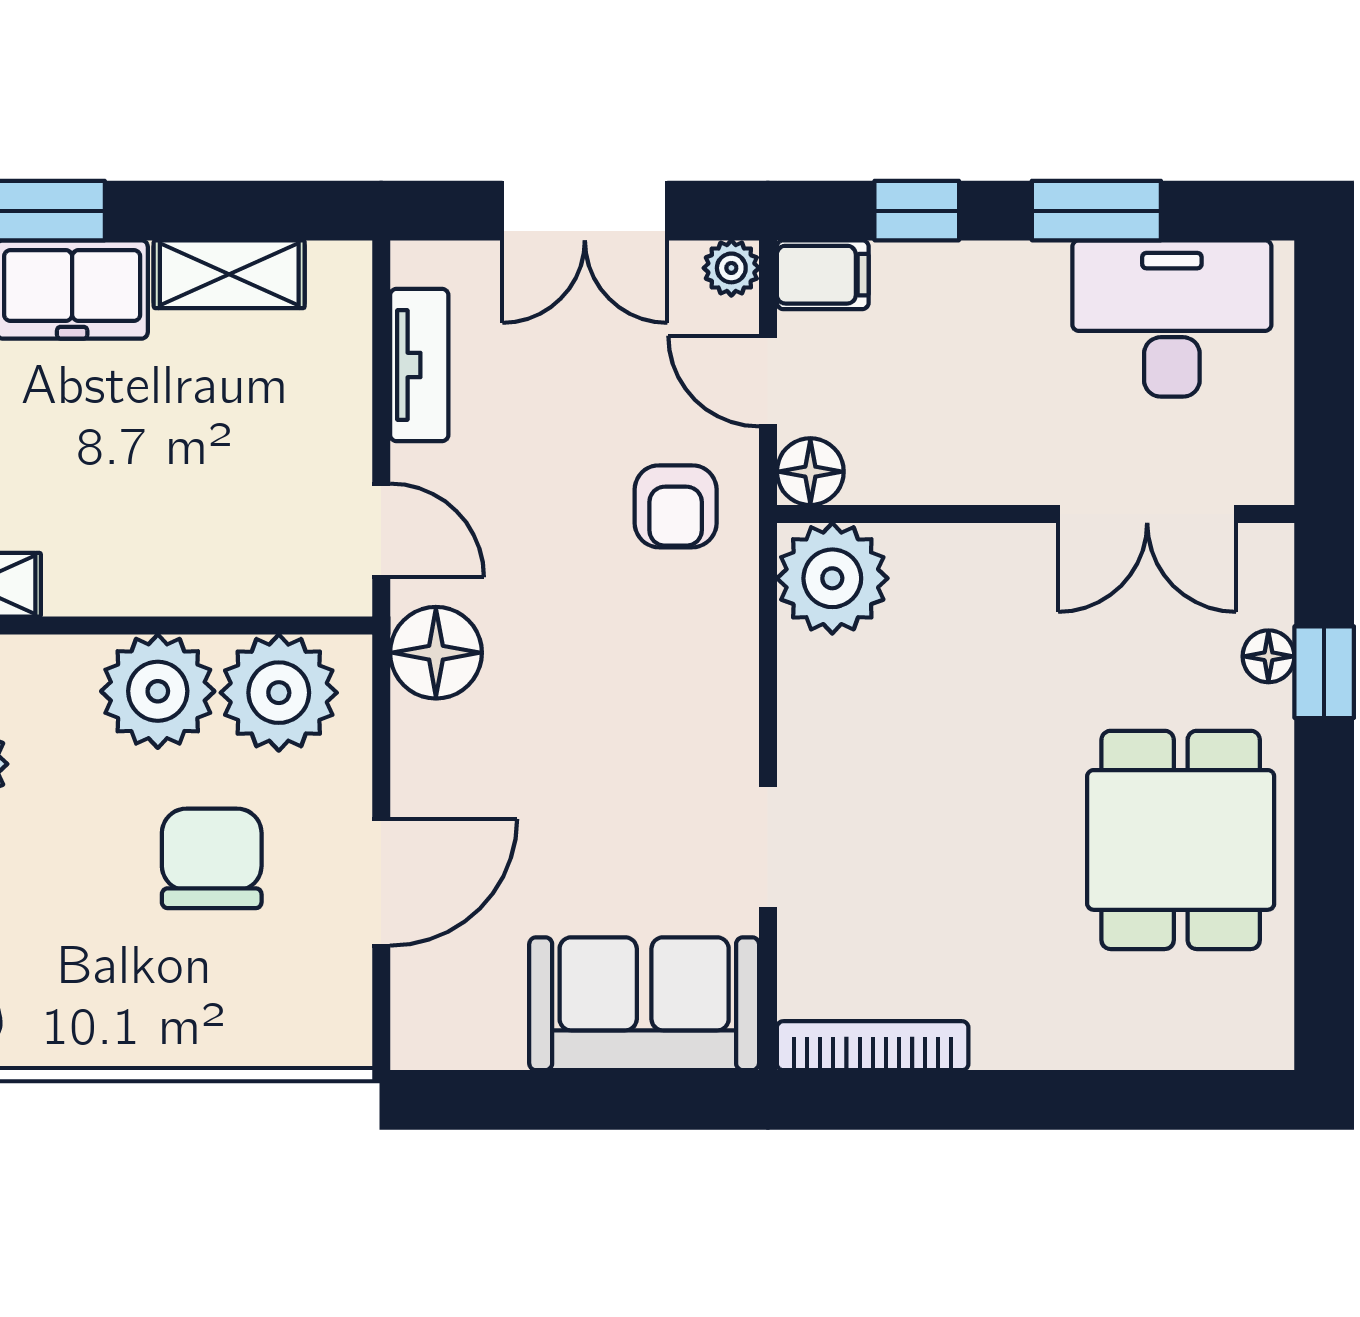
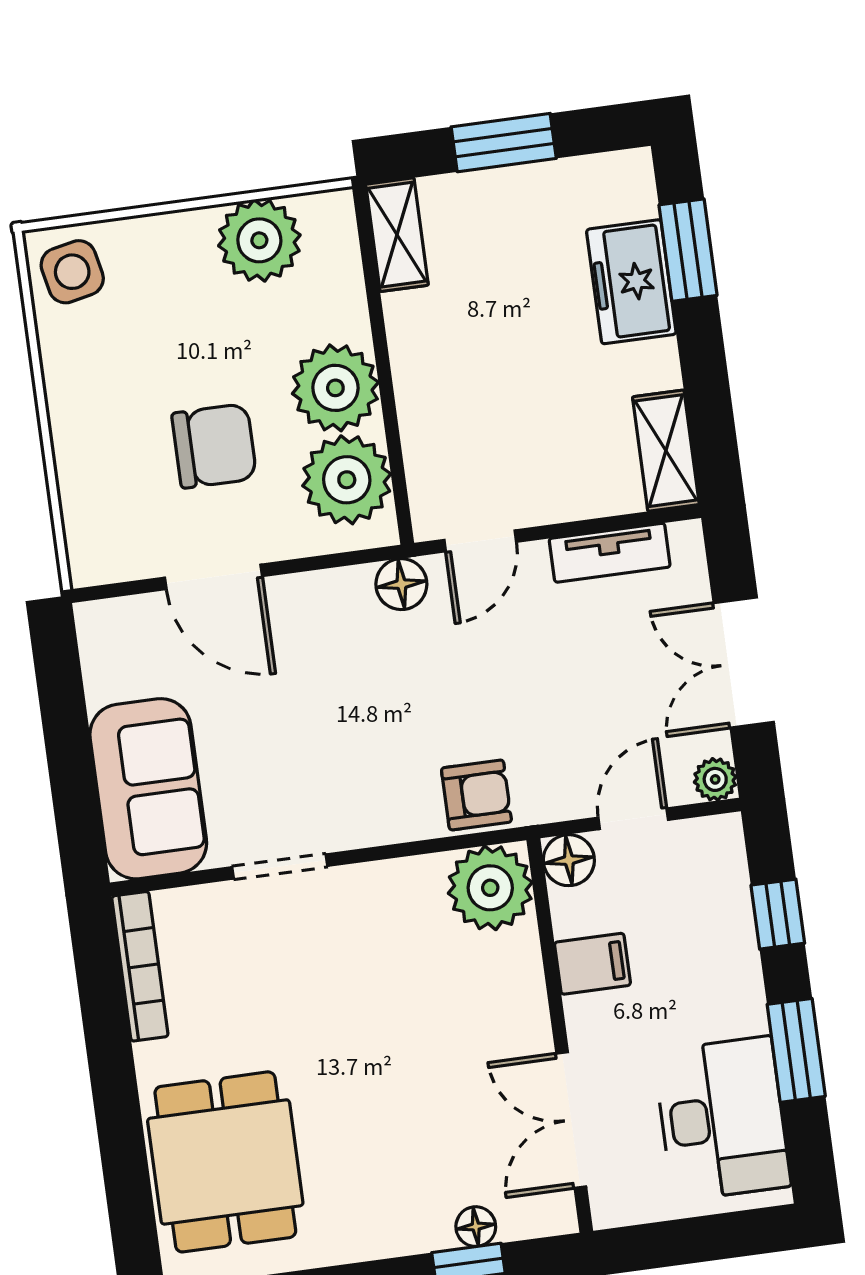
shelving: (229, 274) -> (666, 451), moved
filing cabinet: (823, 275) -> (593, 964), moved, turned -90
armchair: (676, 506) -> (476, 795), moved, turned 180
floor lamp: (436, 653) -> (401, 584), width x0.73, depth x0.73
dining table: (1181, 840) -> (225, 1162), moved, turned 90

